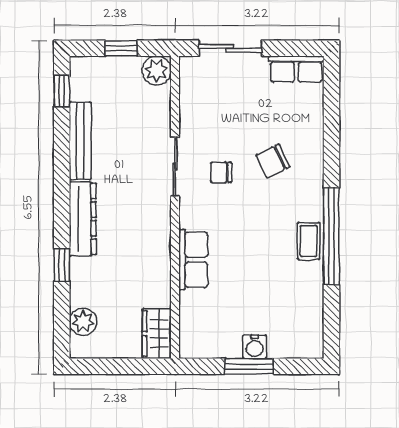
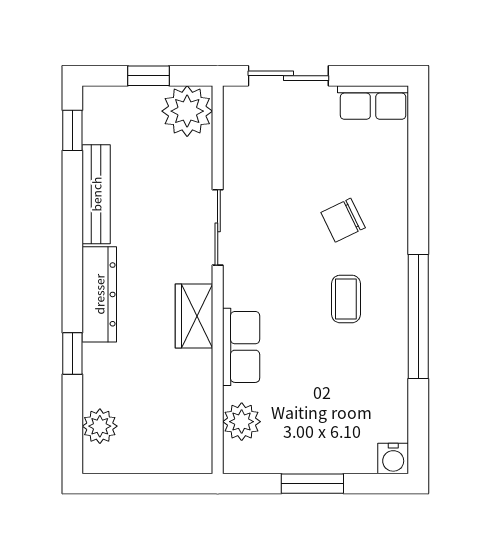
plant: (157, 71) -> (187, 111), width x1.36, depth x1.36
chair: (221, 172) -> (277, 235), removed
coffee table: (309, 241) -> (346, 299), moved
plant: (194, 318) -> (242, 422), added
wardrobe: (157, 334) -> (194, 316), moved
water cooler: (255, 347) -> (393, 458), moved

